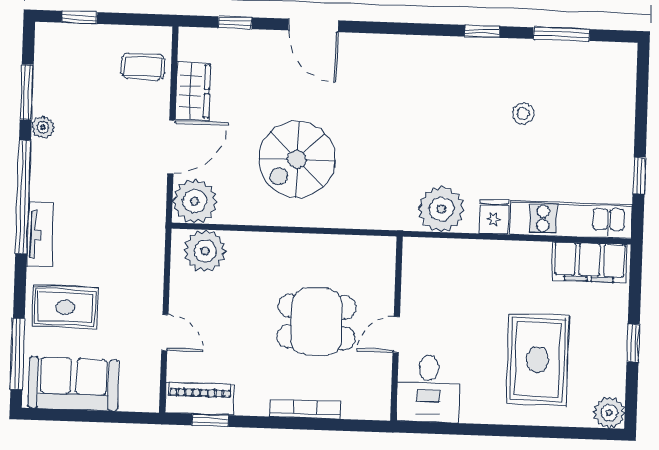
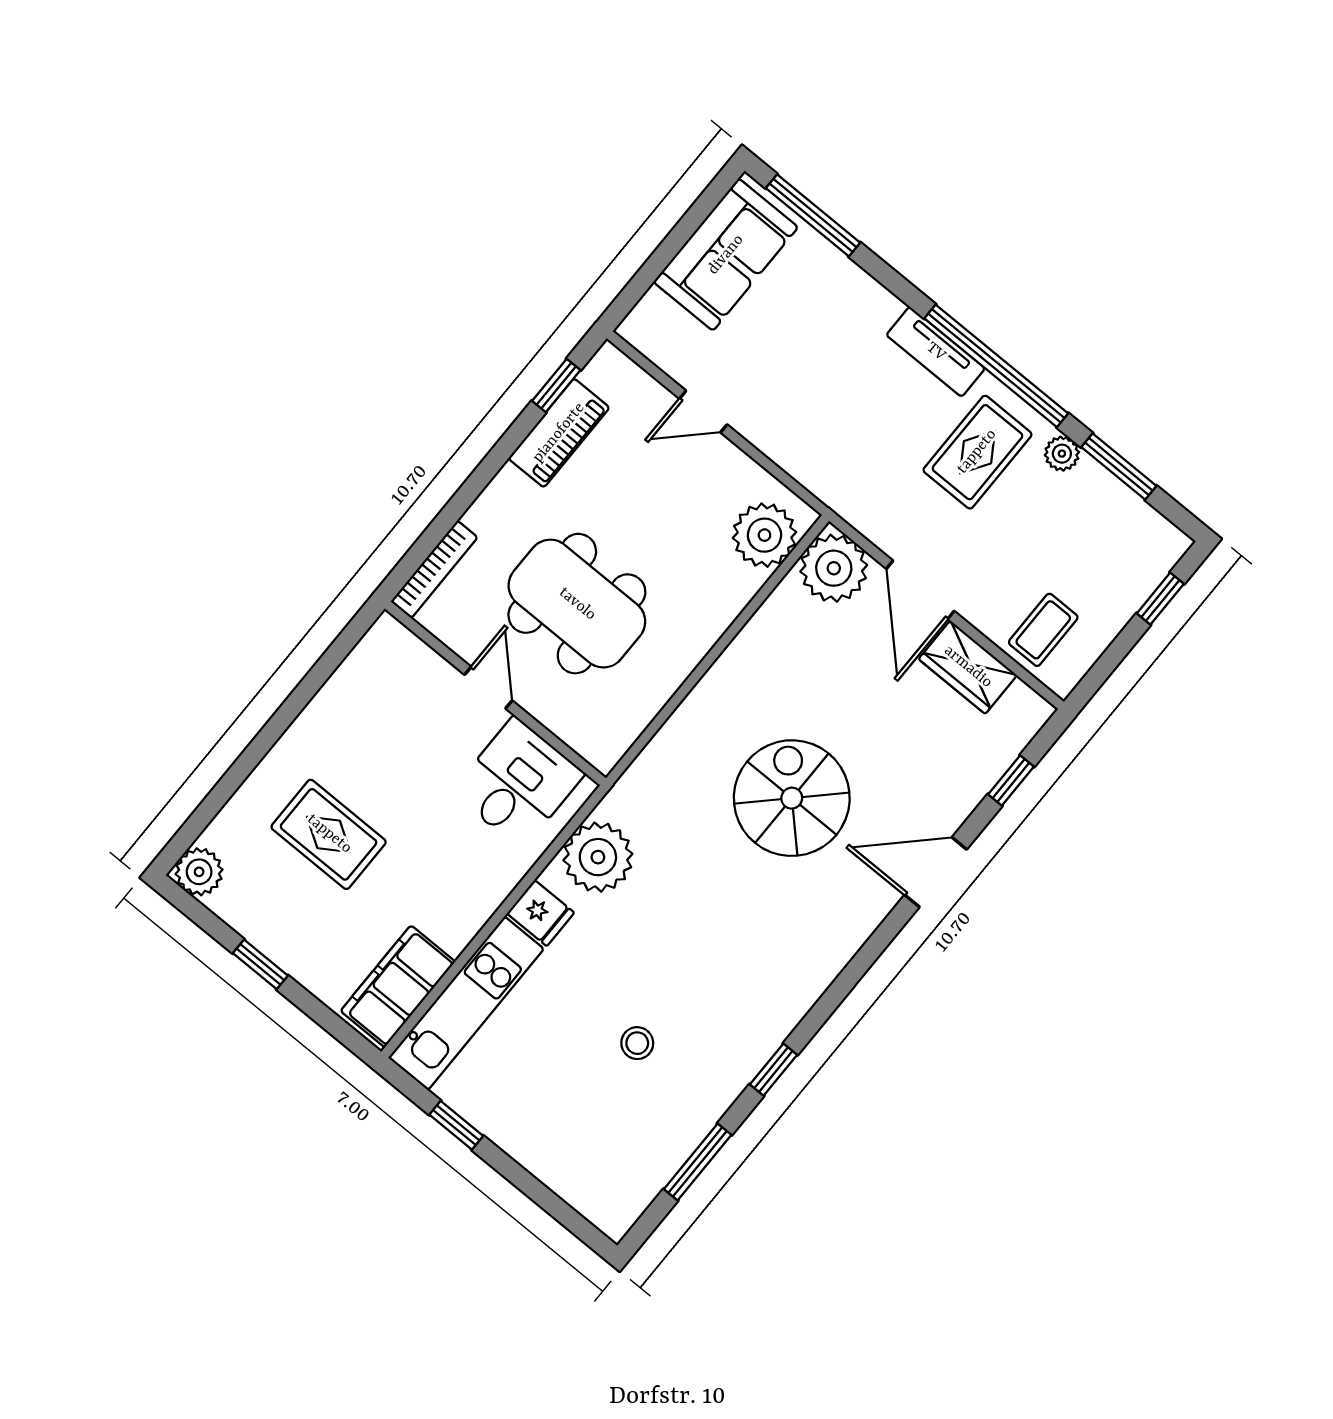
spiral stairs: (297, 159) -> (792, 798), moved
rug: (65, 307) -> (977, 452), moved
dining table: (316, 322) -> (577, 604), width x1.37
rug: (538, 360) -> (329, 834), width x0.73, depth x0.70
desk: (428, 389) -> (518, 783), moved, turned 90
piano: (200, 399) -> (559, 433), moved
bookcase: (305, 409) -> (434, 569), moved

